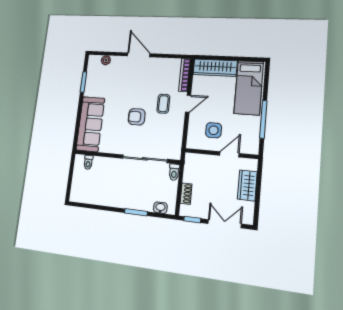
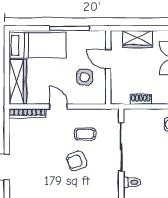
coffee table: (163, 104) -> (85, 134), moved
armchair: (137, 117) -> (77, 161), turned 71
toilet: (174, 172) -> (132, 182), moved
shoe rack: (186, 194) -> (141, 99), moved

